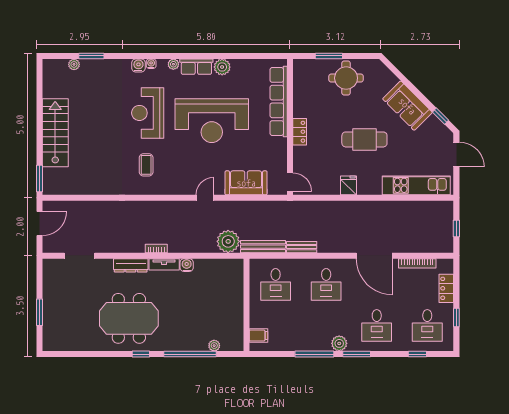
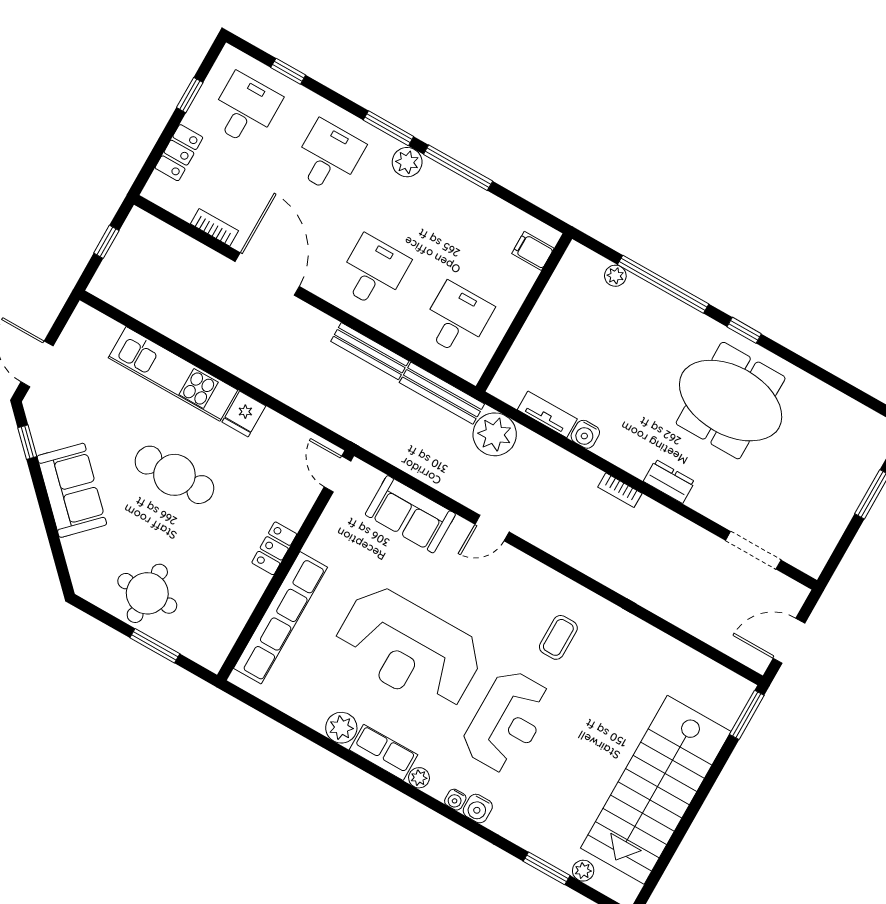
reception desk: (212, 121) -> (409, 649), turned 180
stairs: (55, 133) -> (656, 790), width x1.36, depth x1.51
kitchen unit: (416, 185) -> (173, 374), moved
bench: (302, 247) -> (370, 351), width x1.36
bookcase: (417, 263) -> (214, 227), width x0.64
tv unit: (164, 264) -> (547, 414), moved
dresser: (131, 265) -> (669, 481), width x0.70

